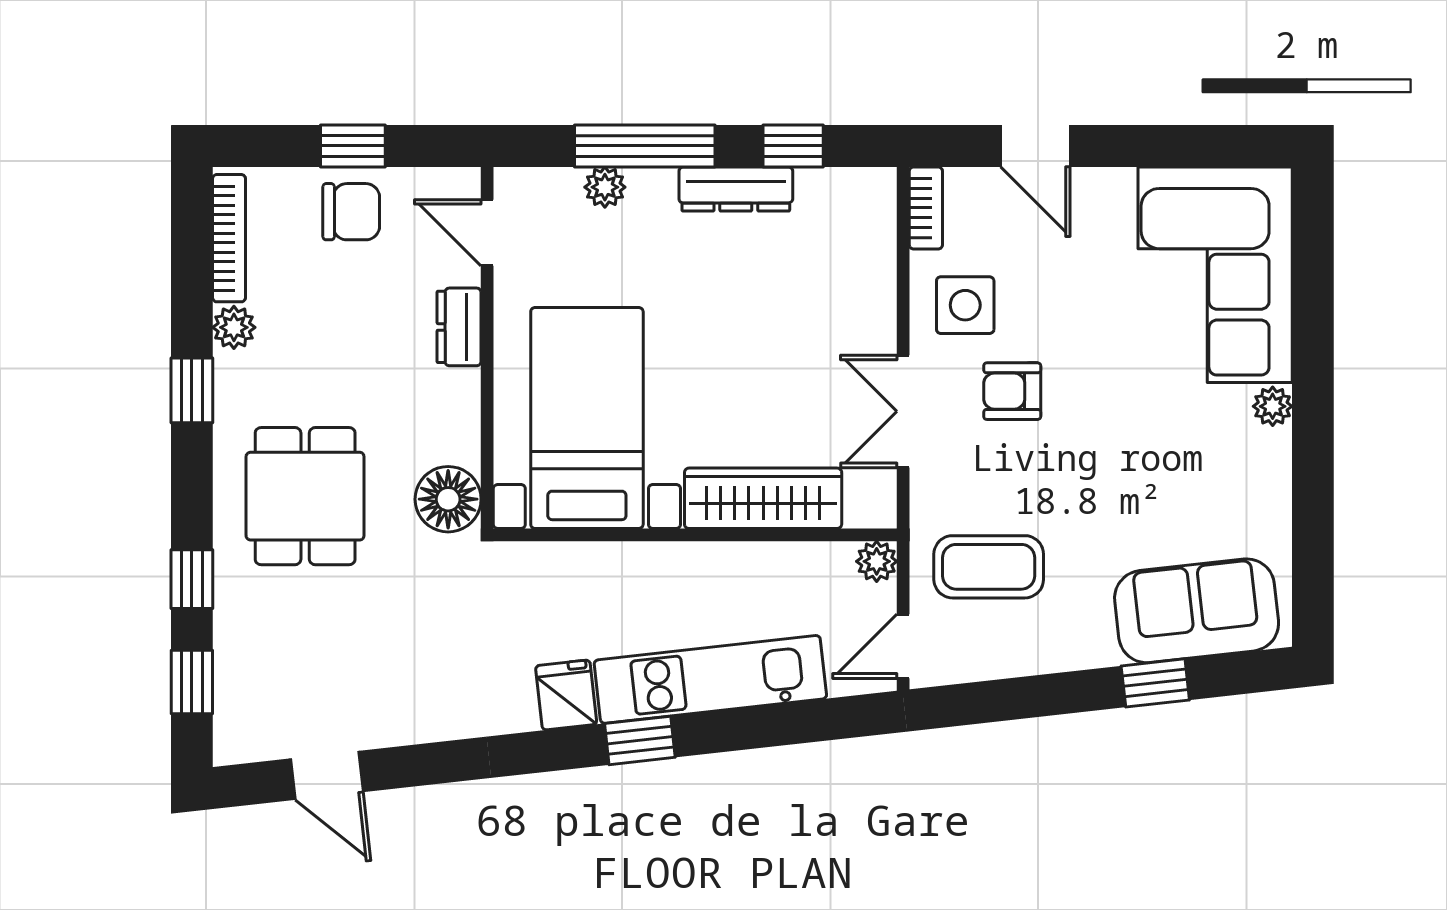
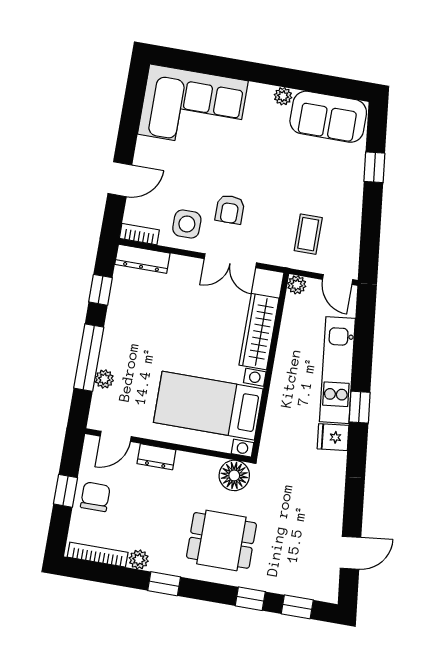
dresser: (736, 189) -> (142, 259), moved, turned 90
plant: (1273, 406) -> (283, 96), moved
coffee table: (989, 567) -> (308, 234), width x0.73, depth x0.77
sofa: (1197, 611) -> (328, 117), moved, turned -84

